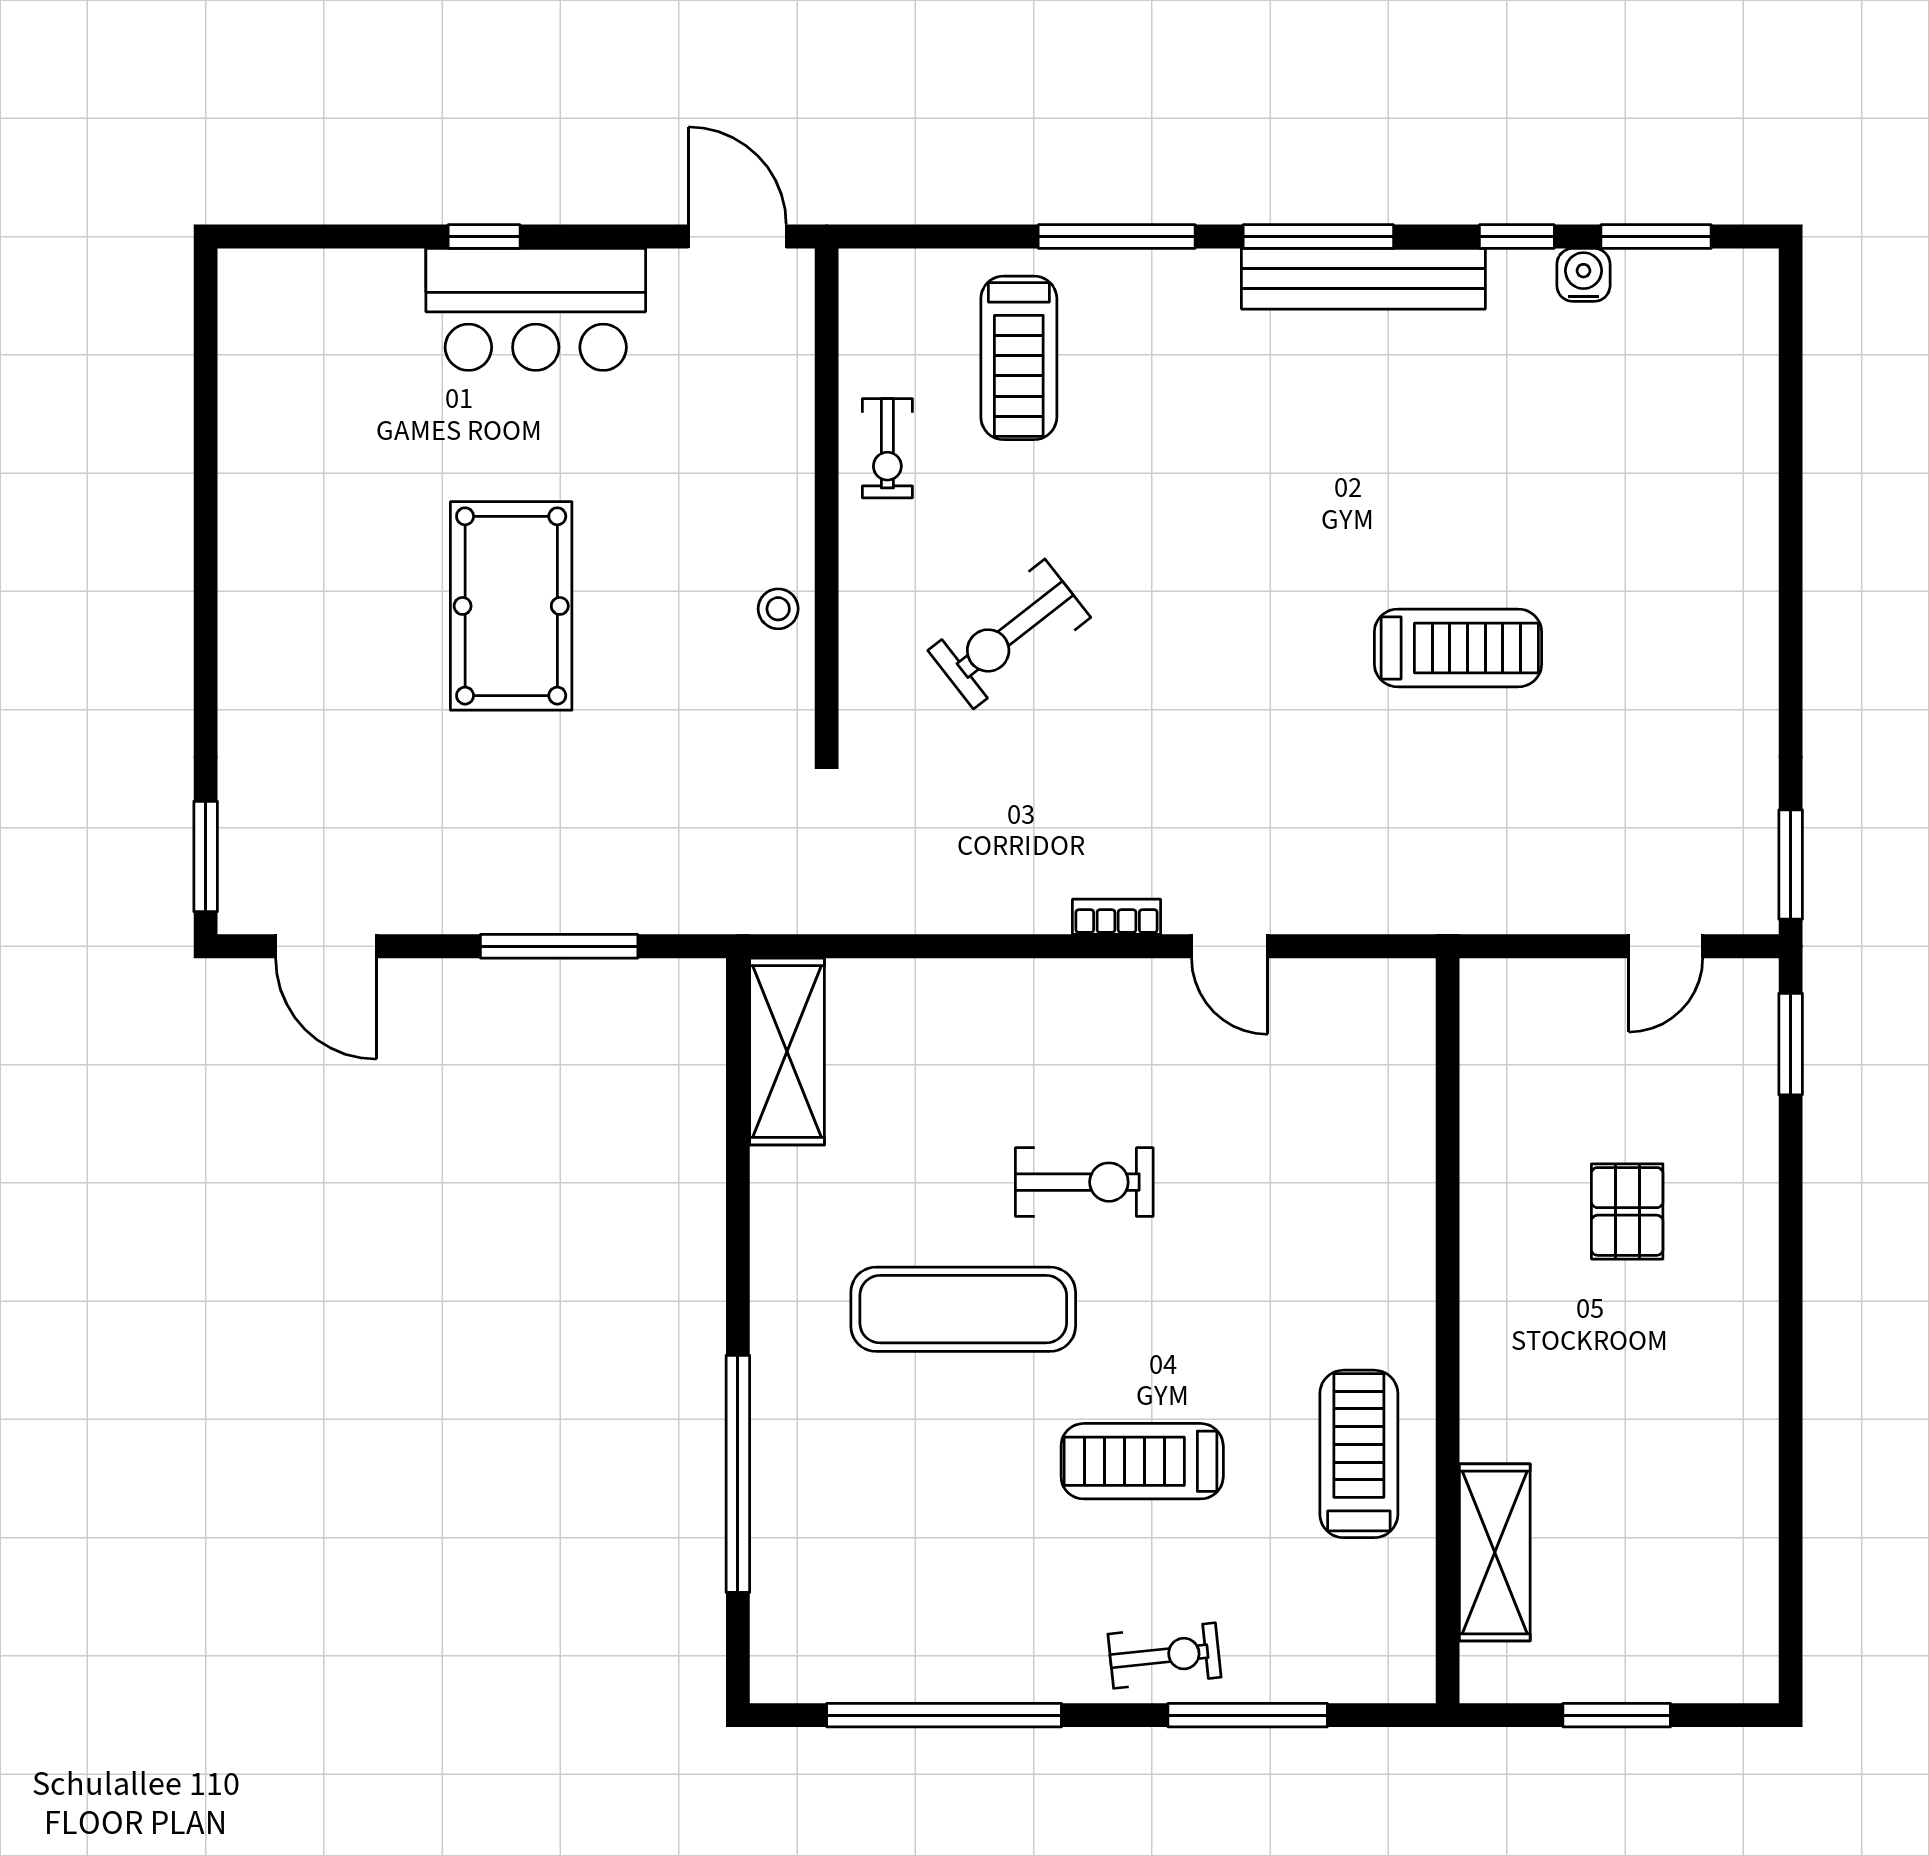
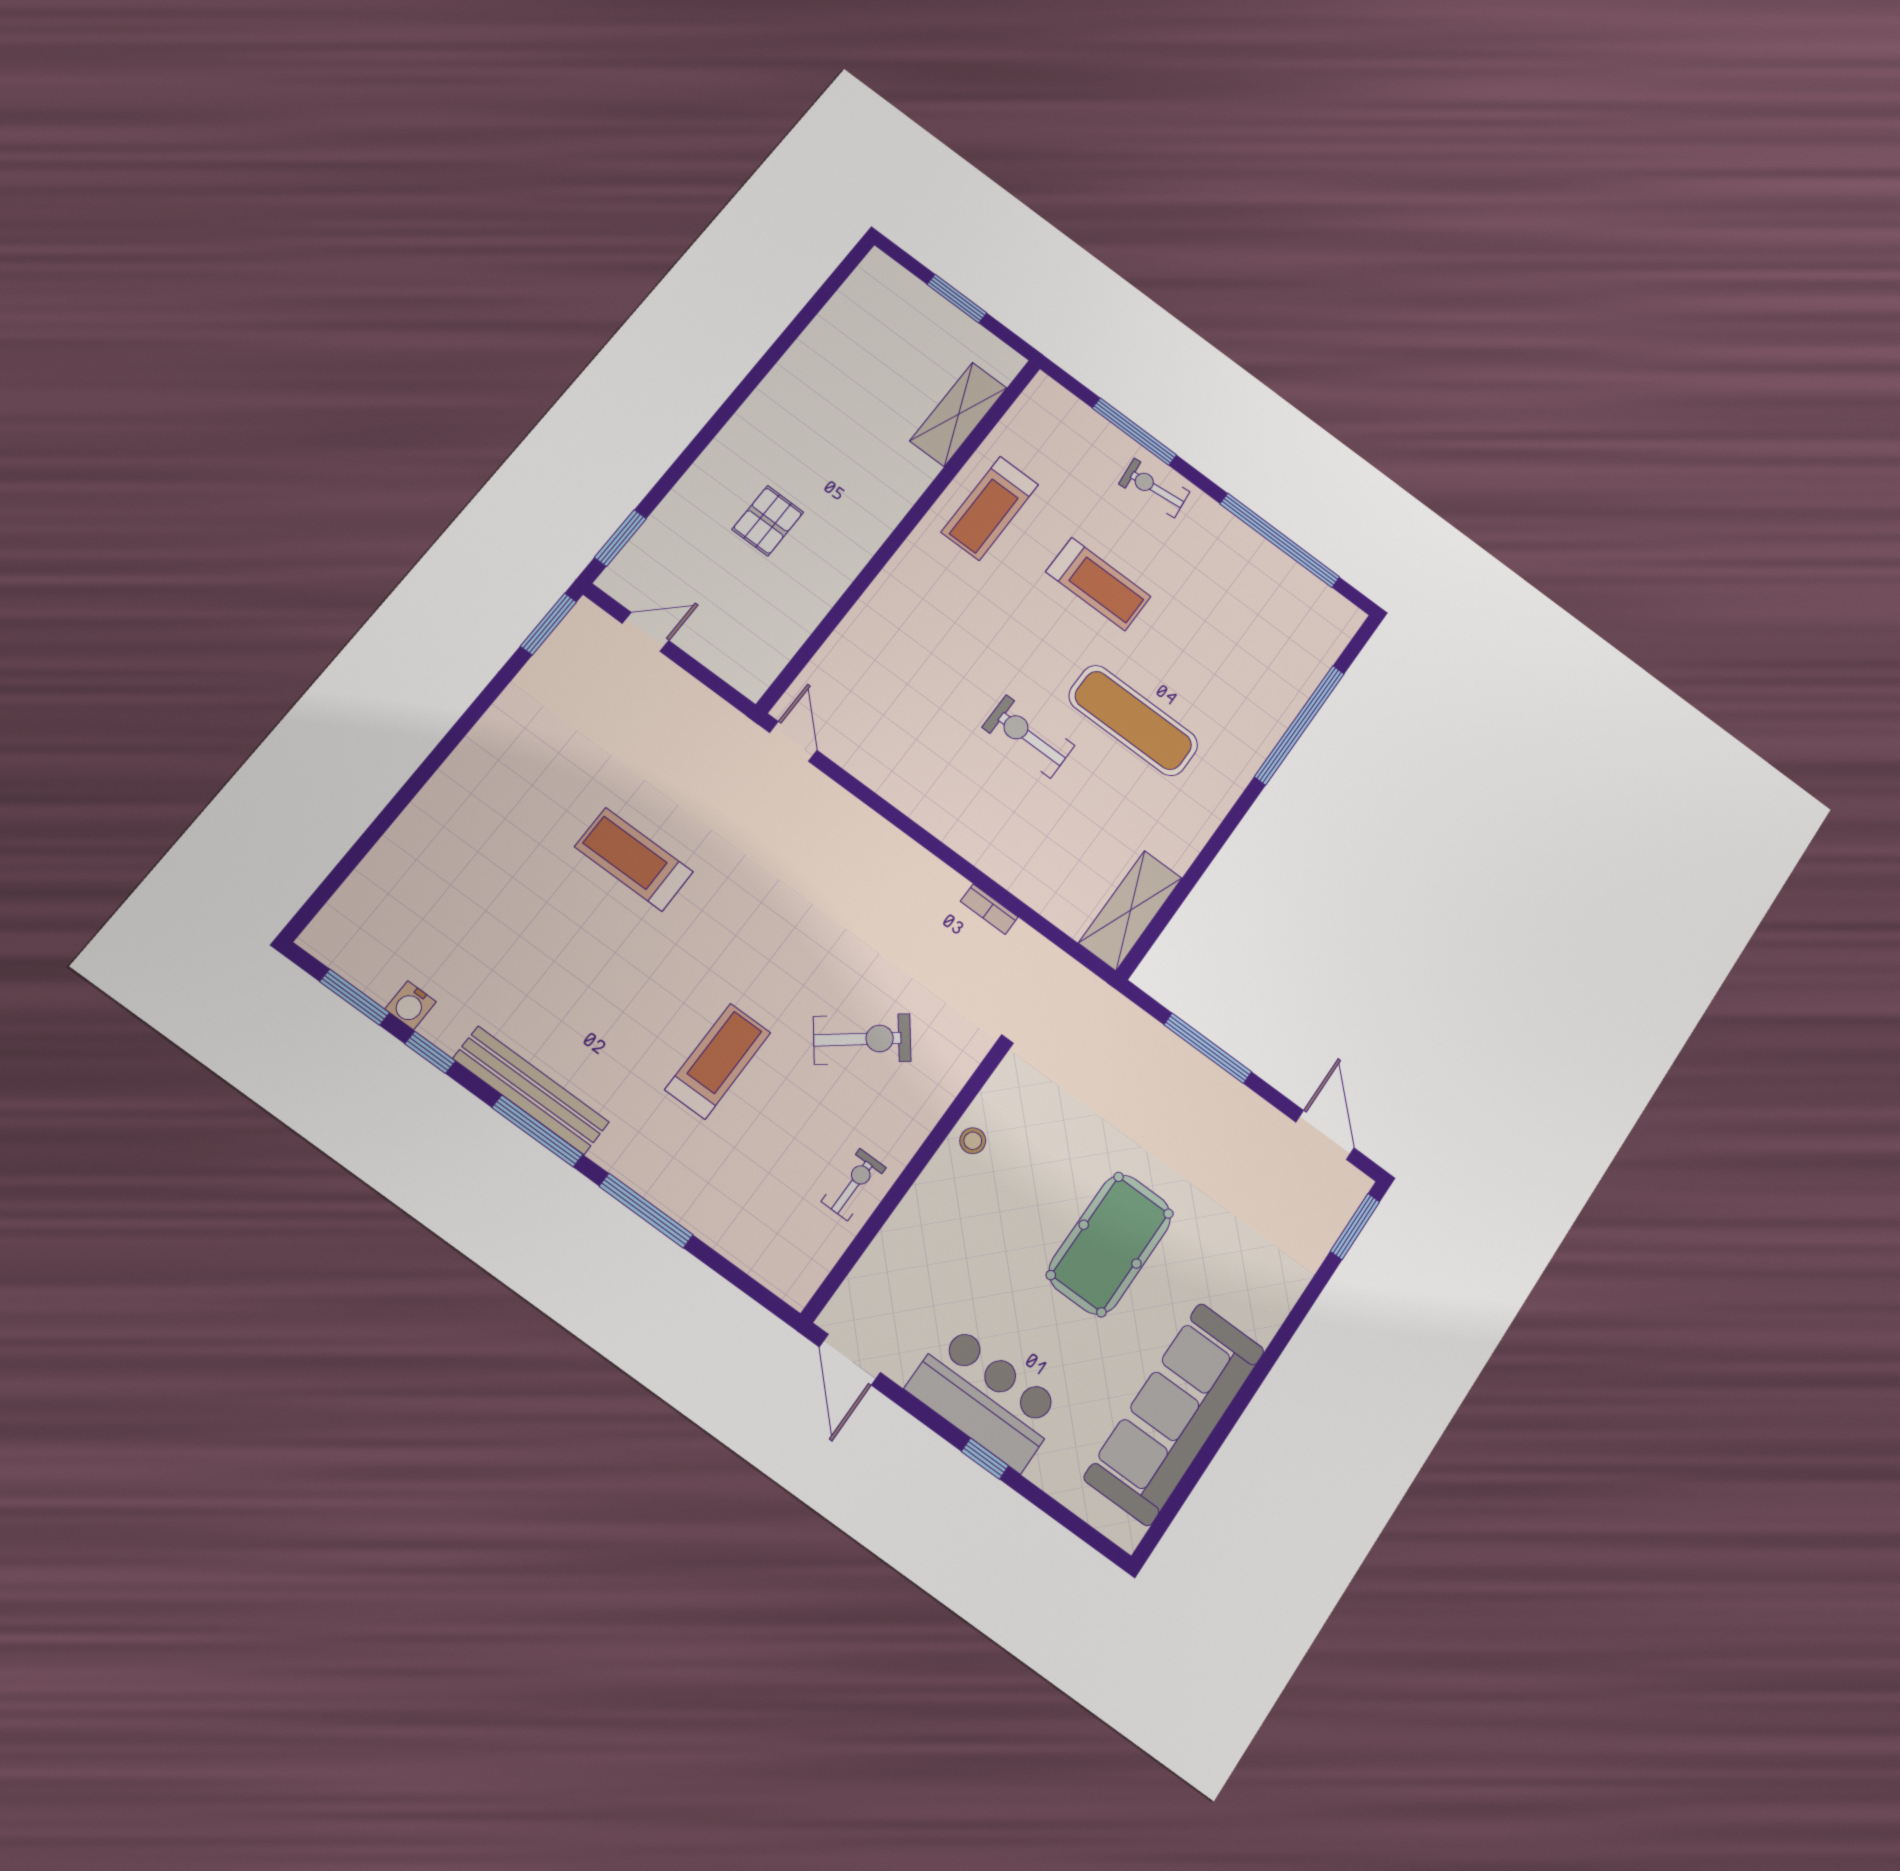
treadmill: (1019, 358) -> (718, 1061), moved
sofa: (281, 456) -> (1175, 1414), added
bookcase: (1116, 917) -> (989, 909), moved
door: (1230, 946) -> (793, 741), moved

